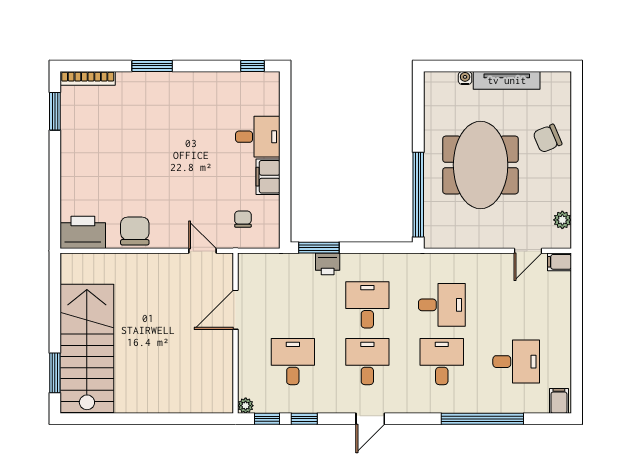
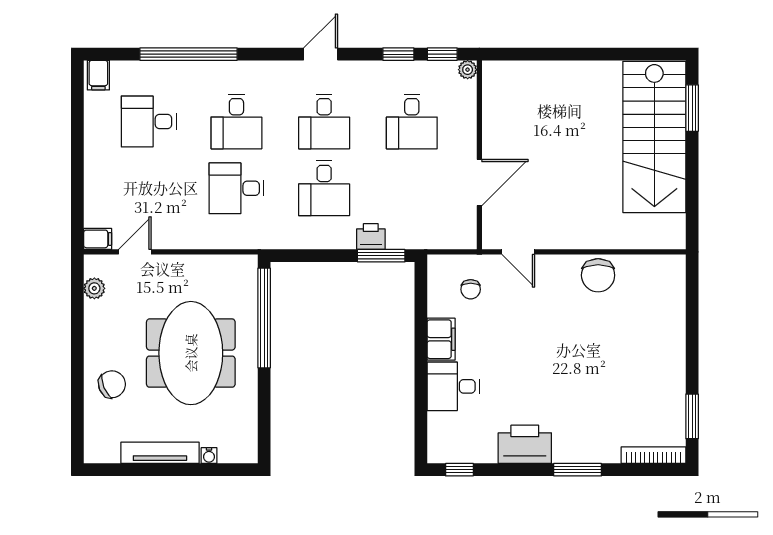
printer: (83, 232) -> (525, 444), moved, turned 180

